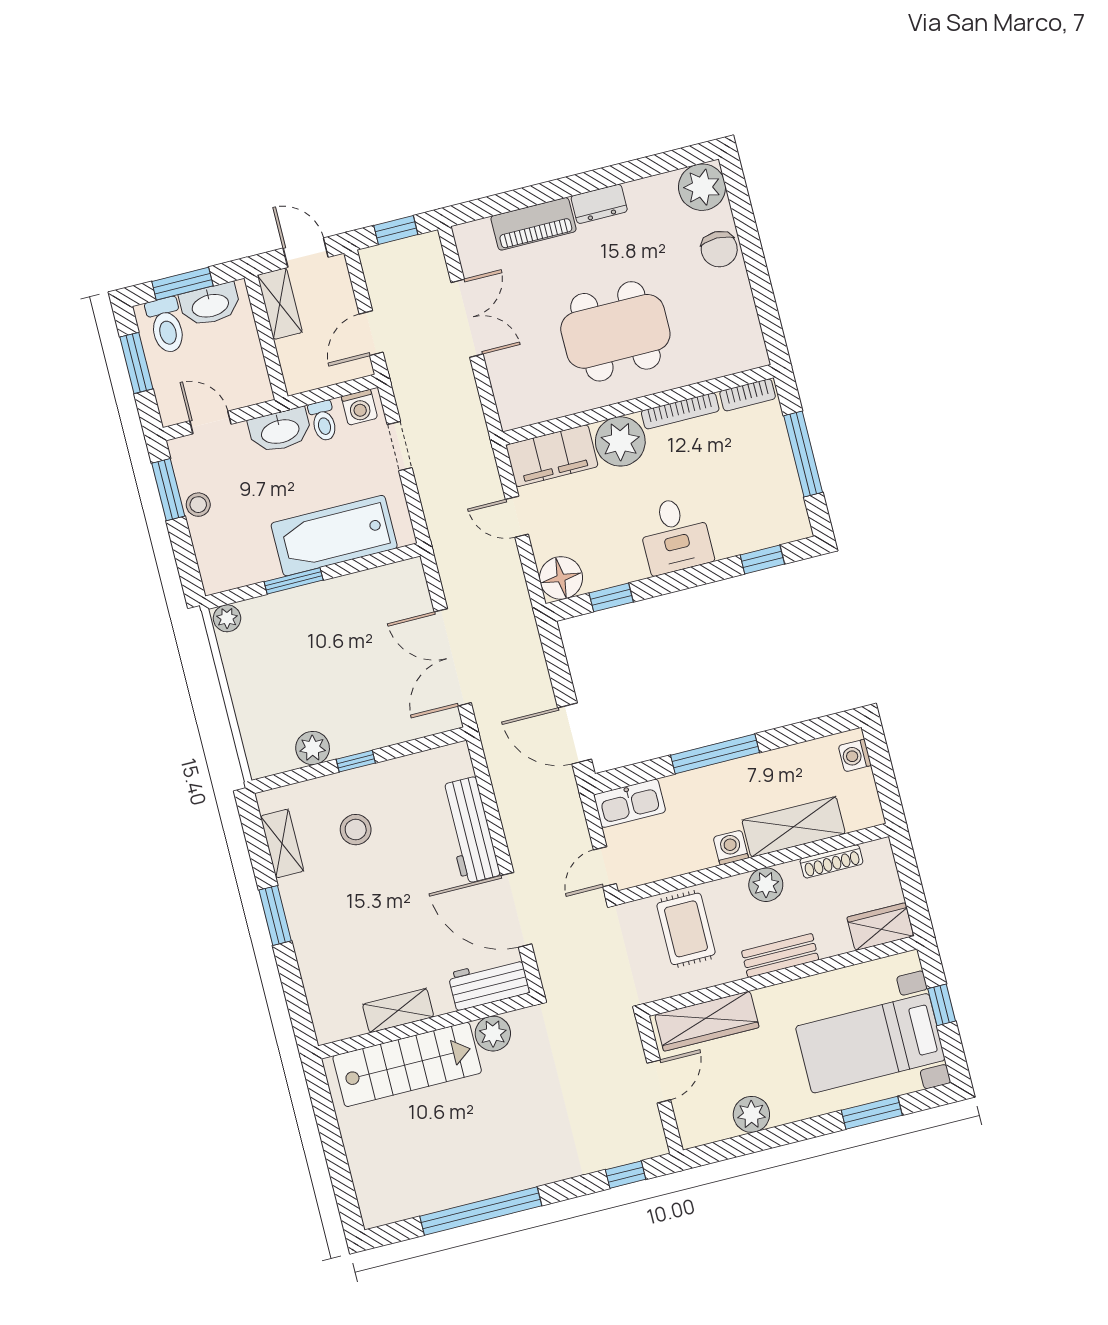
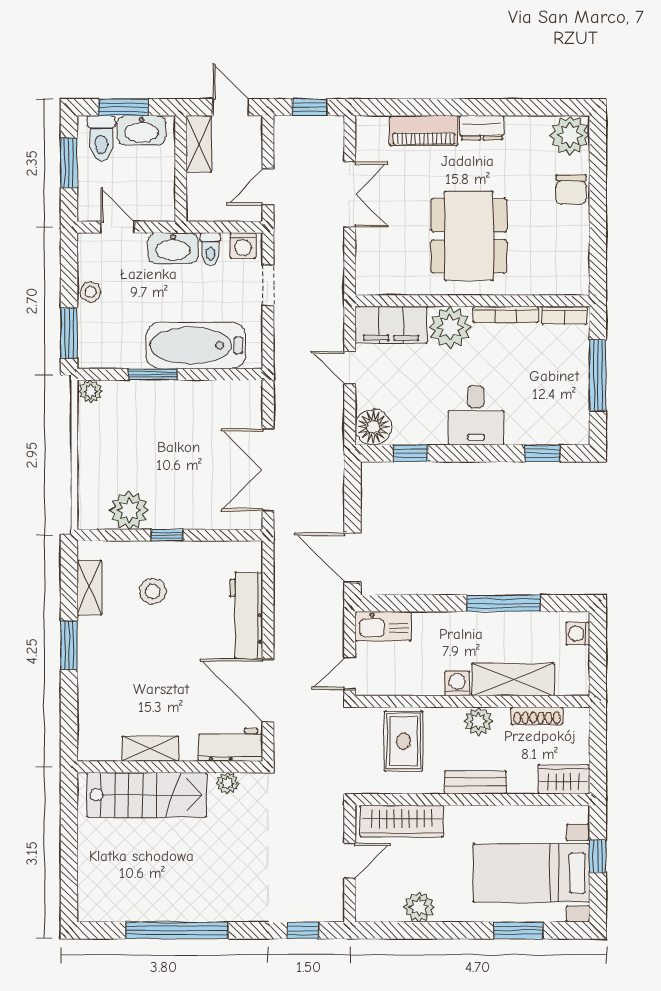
dining table: (615, 331) -> (469, 236), turned 90
window: (168, 490) -> (69, 333), moved
plant: (313, 748) -> (129, 510), width x1.36, depth x1.36
window: (715, 754) -> (504, 603), moved
plant: (493, 1034) -> (227, 783), width x0.73, depth x0.73

